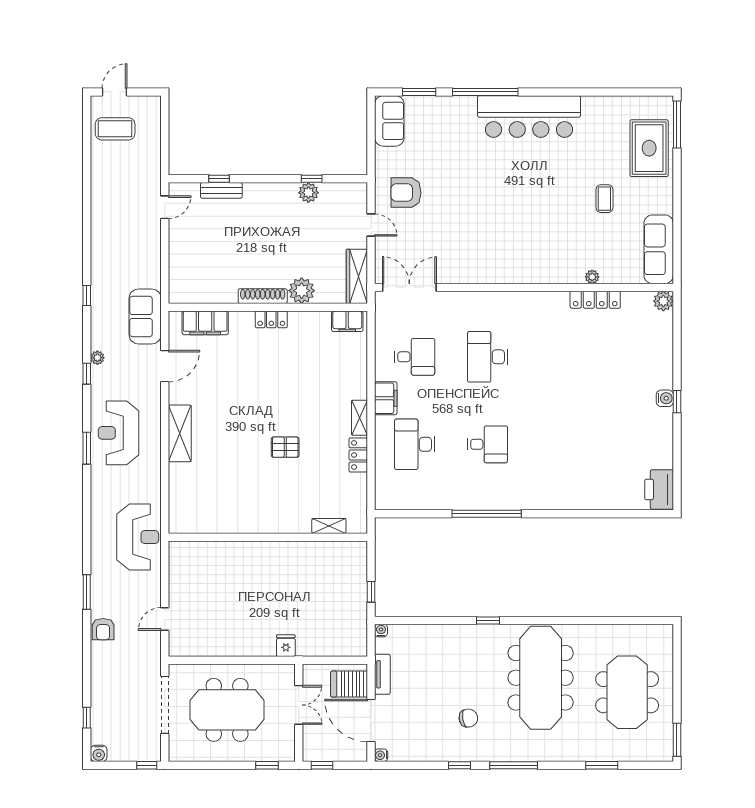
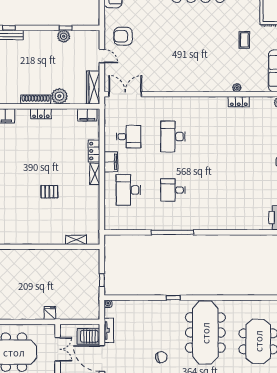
locker: (595, 300) -> (239, 102), width x0.66
desk: (488, 444) -> (173, 190), turned 180
locker: (358, 455) -> (94, 151), moved

